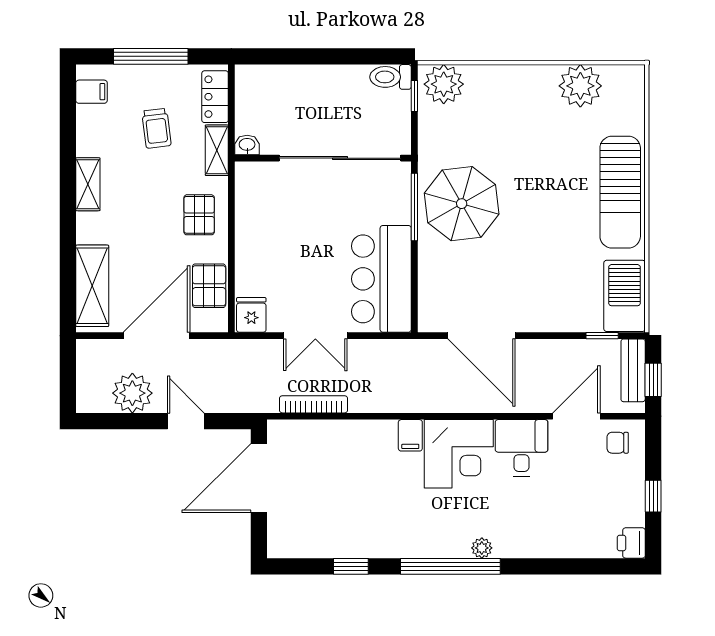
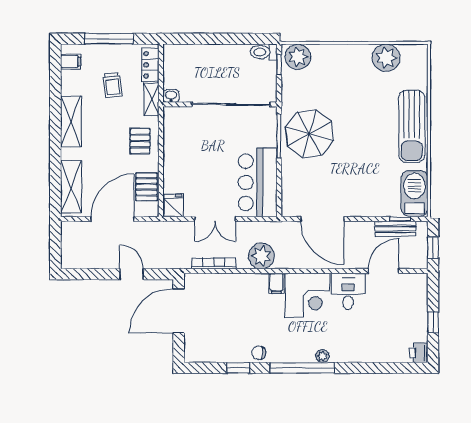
shelving: (88, 184) -> (71, 121), width x1.50, depth x1.33
bench: (633, 370) -> (395, 229), moved, turned 90
plant: (132, 393) -> (261, 256), moved
chair: (618, 443) -> (259, 353), moved

